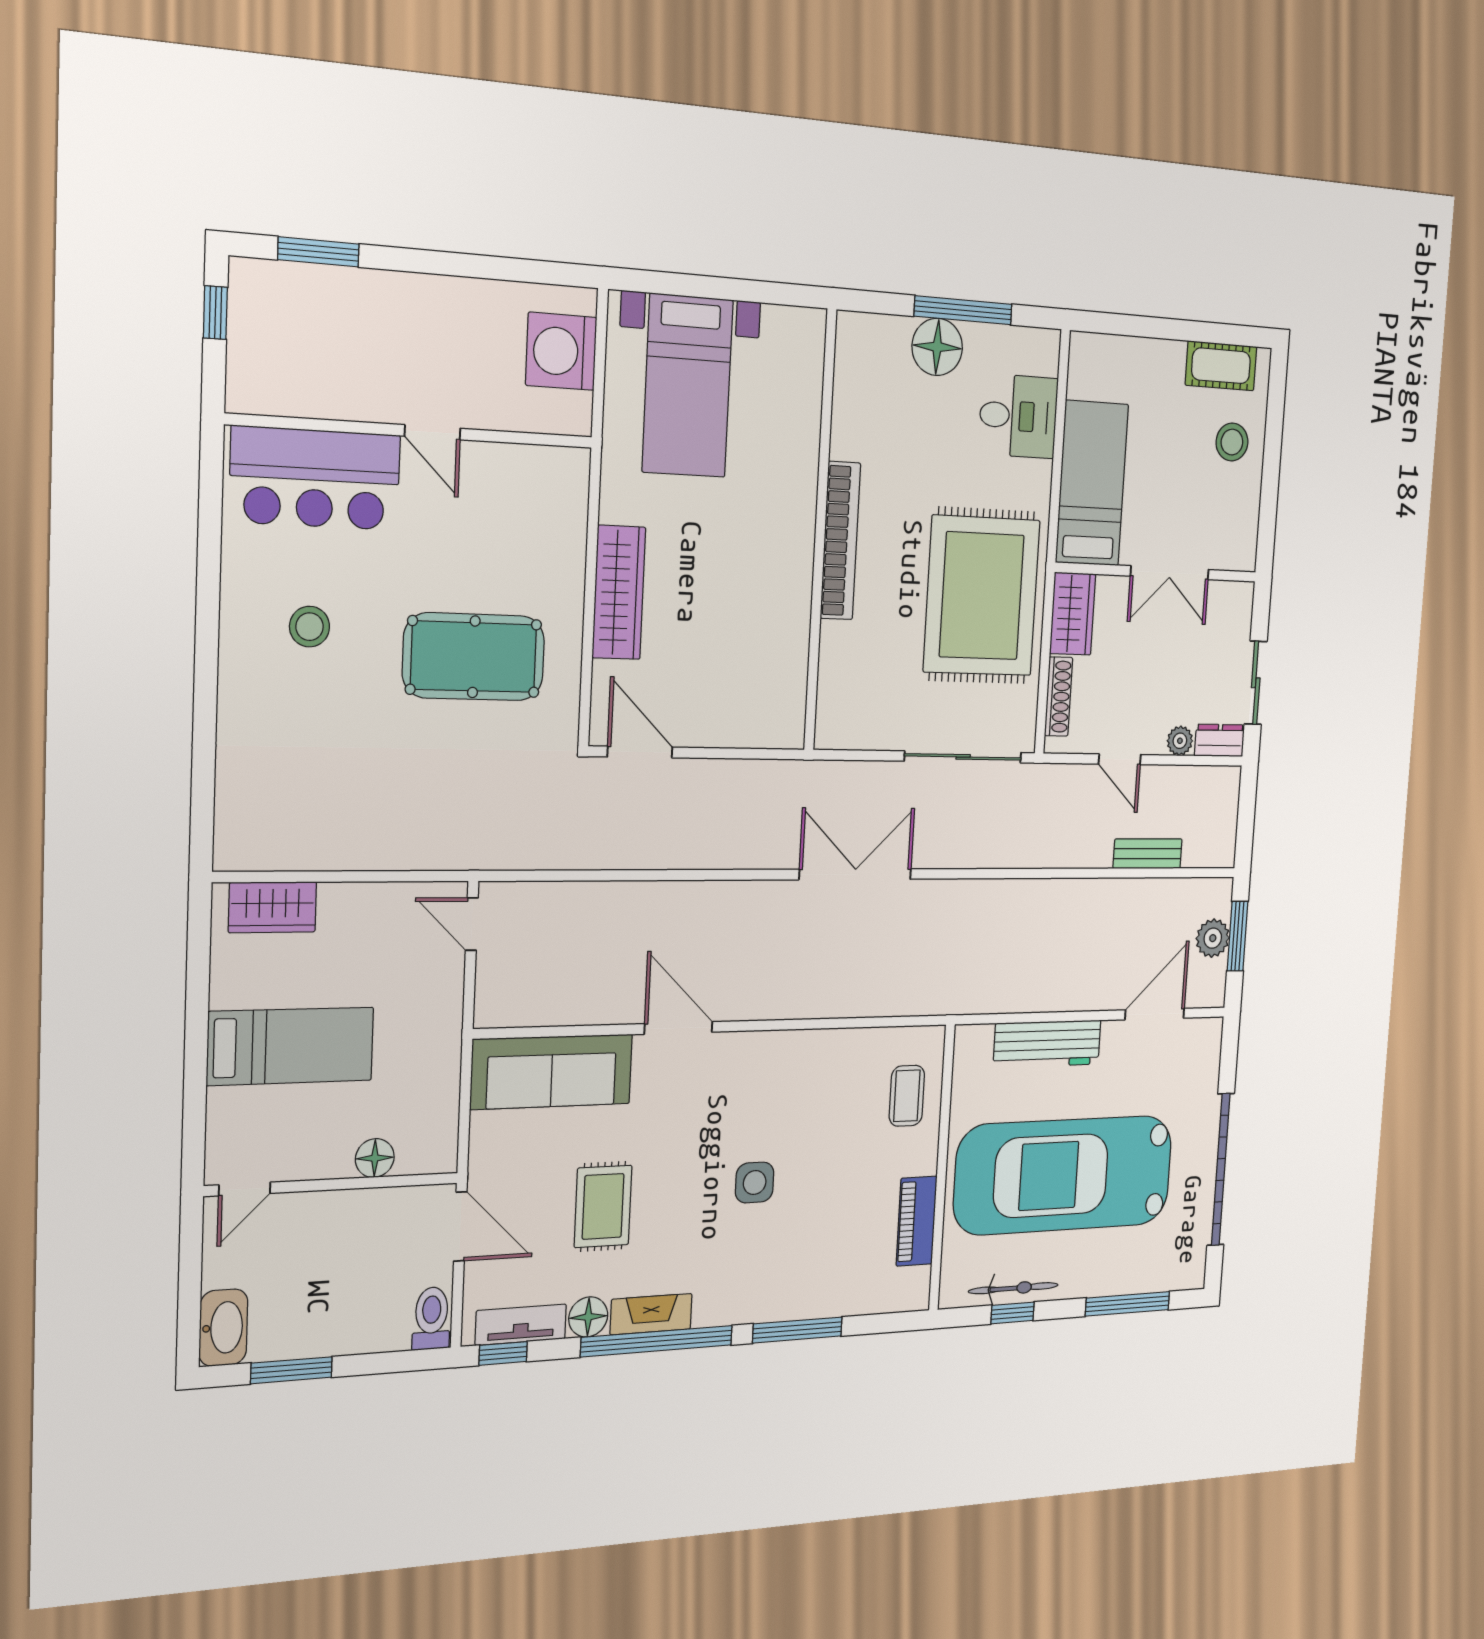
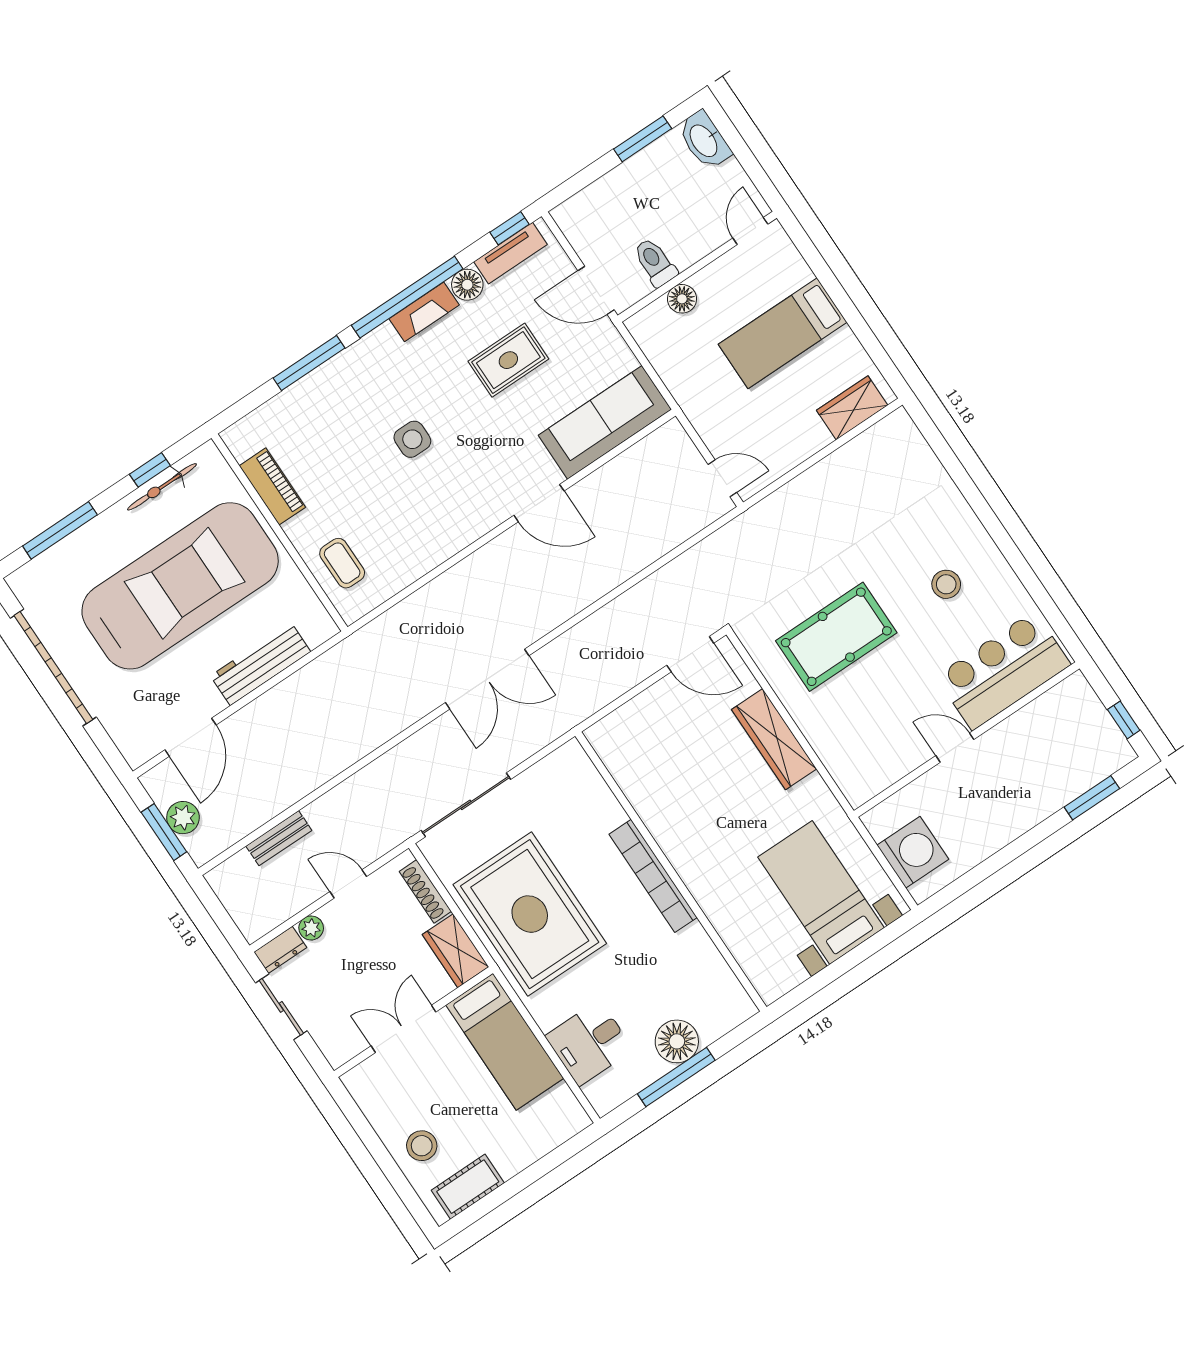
rug: (603, 1206) -> (508, 360), turned 90
toilet: (431, 1318) -> (655, 262), moved, turned 180

